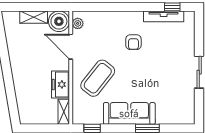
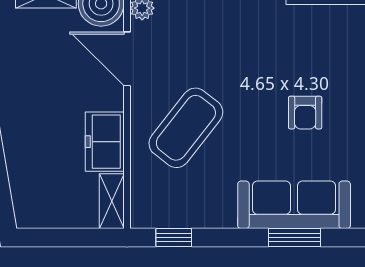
armchair: (133, 42) -> (305, 113), moved
sofa: (129, 113) -> (294, 205), moved

